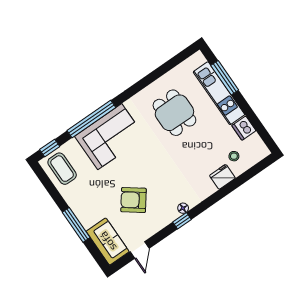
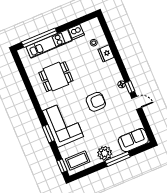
window: (225, 78) -> (39, 38), width x1.46
window: (91, 119) -> (48, 134), width x0.47
armchair: (134, 200) -> (96, 102), moved, turned -127
plant: (80, 205) -> (105, 153), added
door: (140, 250) -> (137, 103), moved

